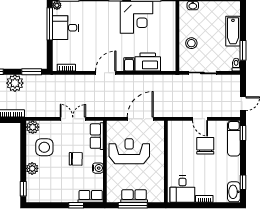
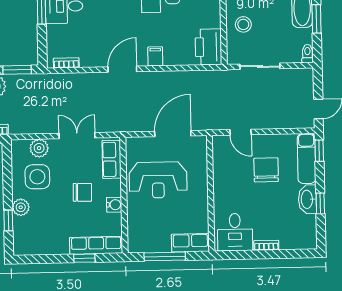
window: (243, 50) -> (316, 19), moved
printer: (148, 62) -> (208, 47), moved, turned -90
door: (200, 119) -> (240, 132), moved
plant: (33, 127) -> (39, 148), moved
reception desk: (129, 151) -> (158, 180), turned 180
window: (243, 182) -> (320, 203), moved
window: (23, 189) -> (8, 220), moved
washbasin: (234, 192) -> (307, 199), moved
row of seats: (91, 196) -> (96, 245), width x1.48
row of seats: (134, 196) -> (190, 243), moved

